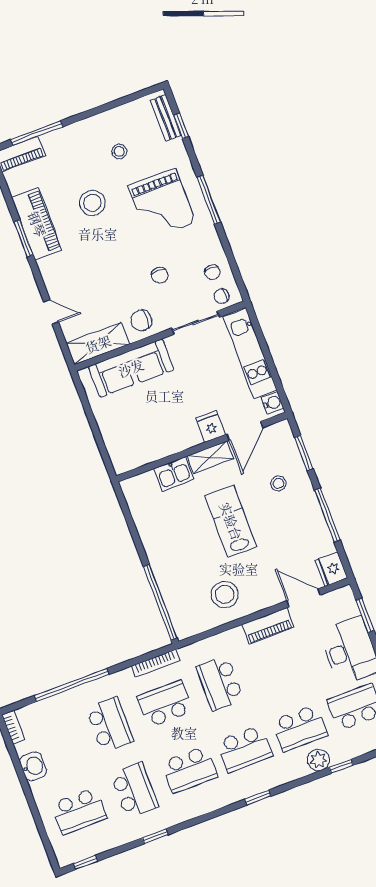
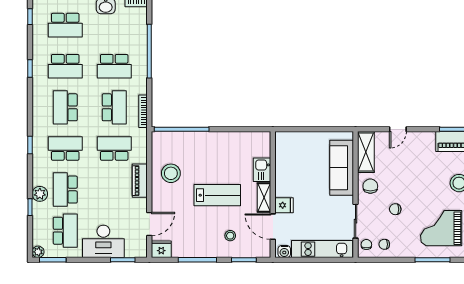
piano: (268, 626) -> (140, 181), moved
school desk: (245, 749) -> (65, 148), turned 90
school desk: (79, 811) -> (65, 25), turned -90

